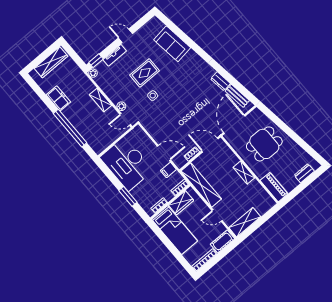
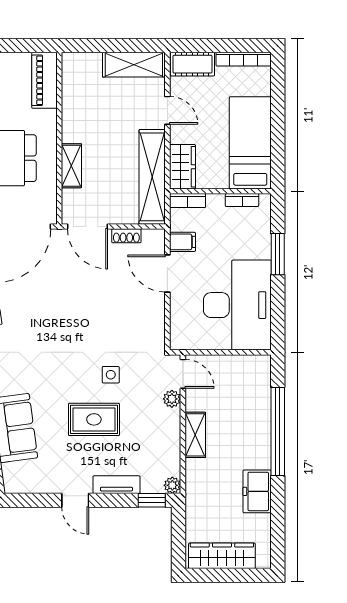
shelving: (244, 173) -> (71, 166), moved
wardrobe: (181, 203) -> (182, 167), moved, turned 90

